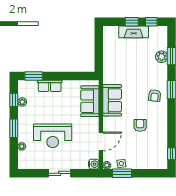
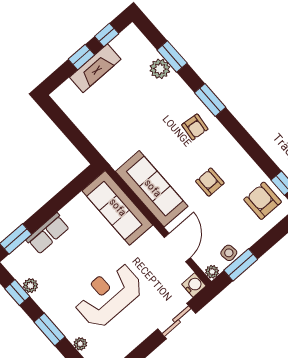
sofa: (112, 100) -> (152, 189), width x1.36
sofa: (90, 101) -> (117, 208), width x1.36
reception desk: (53, 136) -> (108, 295), turned 180
armchair: (156, 154) -> (263, 201), added
sliding door: (60, 173) -> (177, 321), moved

